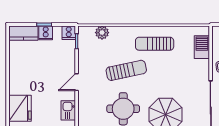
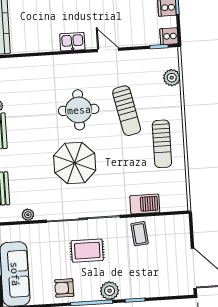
sun lounger: (155, 44) -> (162, 144), turned 180
barbecue: (202, 47) -> (145, 204), moved

